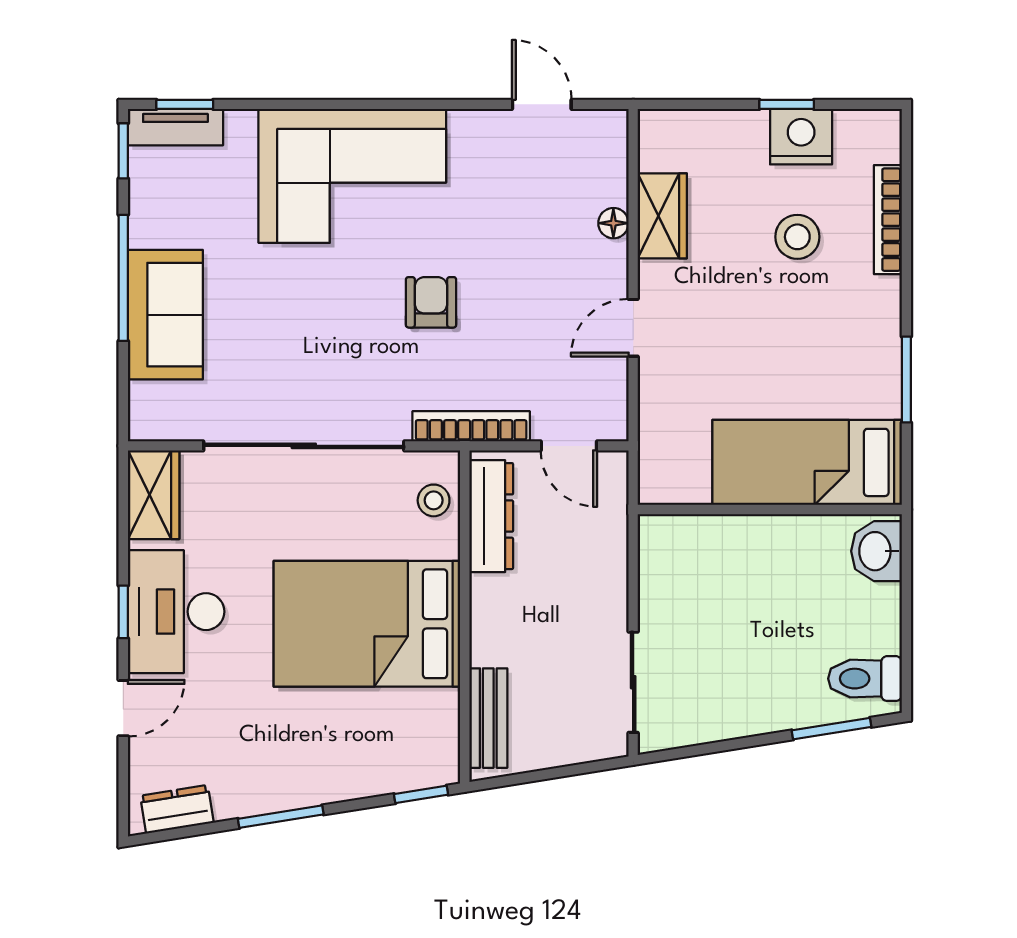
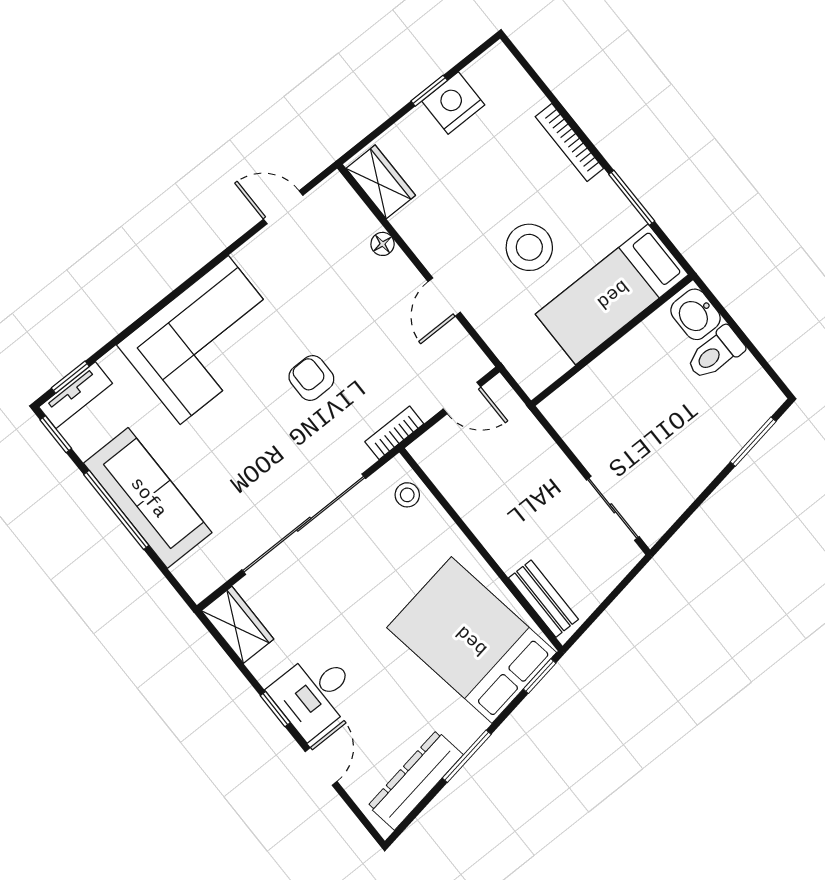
wardrobe: (662, 216) -> (381, 182), moved
bookcase: (888, 220) -> (569, 142), moved
stool: (797, 237) -> (529, 247), moved, width x1.38, depth x1.38
sofa: (165, 315) -> (148, 498), width x1.36
bookcase: (471, 426) -> (394, 433), width x0.64
dresser: (491, 516) -> (449, 477), removed
desk: (176, 612) -> (315, 694), width x0.73
bed: (367, 624) -> (472, 640), moved, turned 81
toilet: (865, 679) -> (715, 353), moved
dresser: (177, 809) -> (415, 780), width x1.96, depth x1.24

